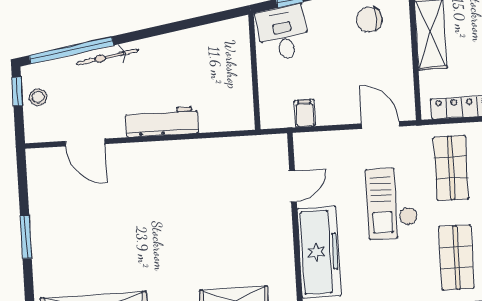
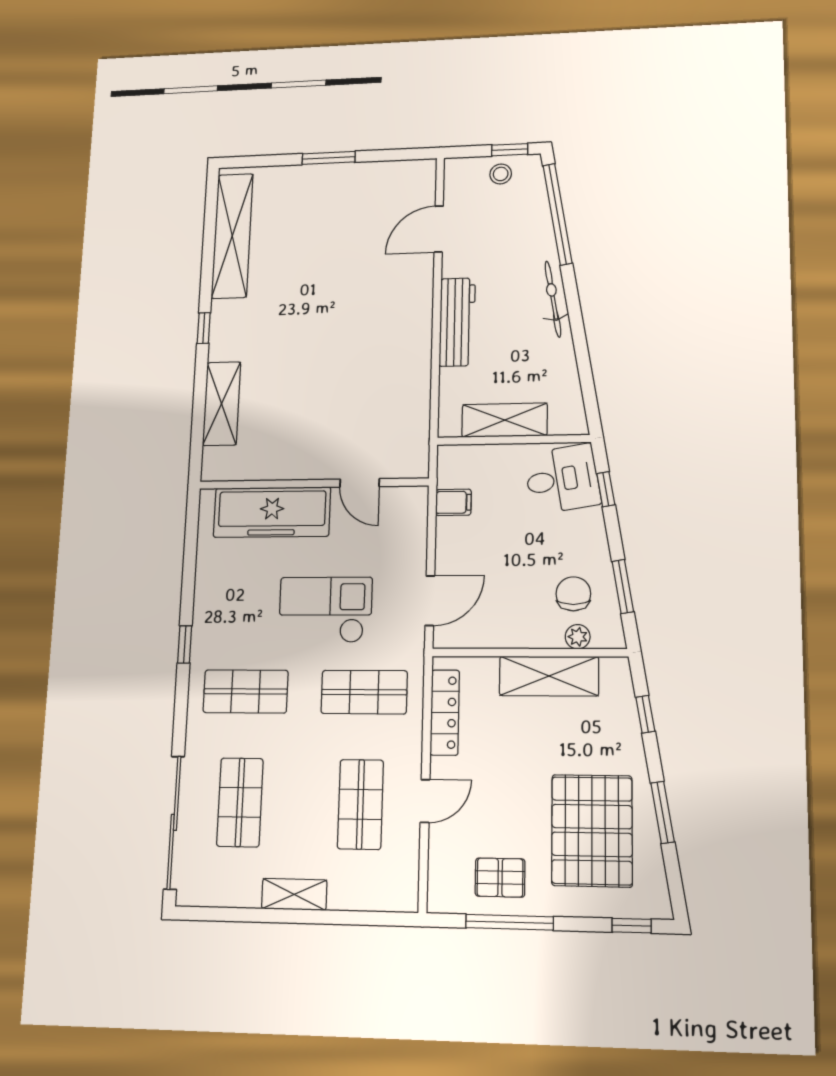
plant: (401, 14) -> (578, 637), added
bicycle: (108, 57) -> (553, 299), moved
shelving: (239, 79) -> (505, 420), added

